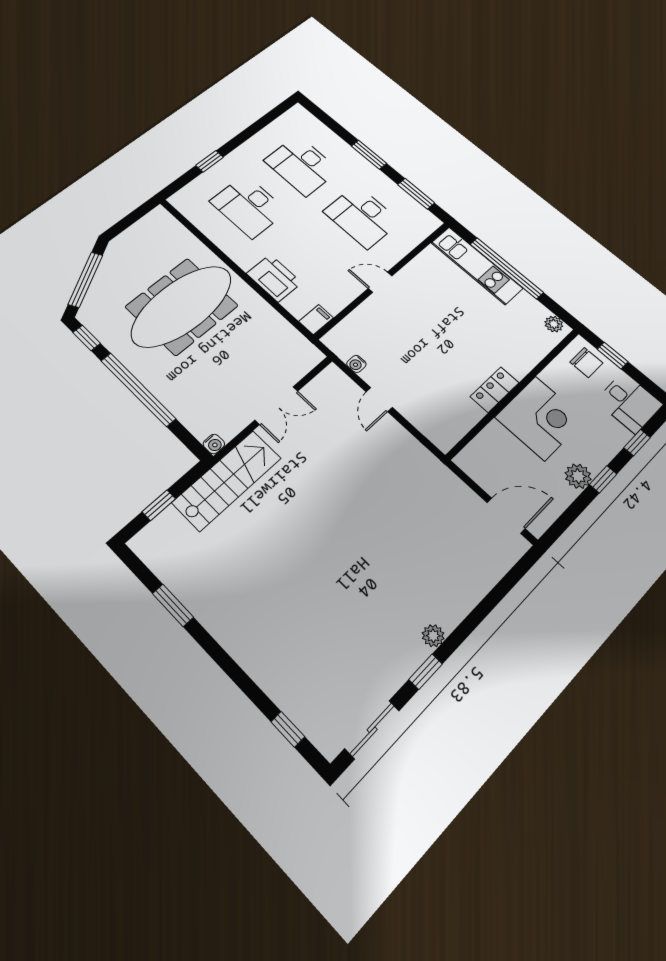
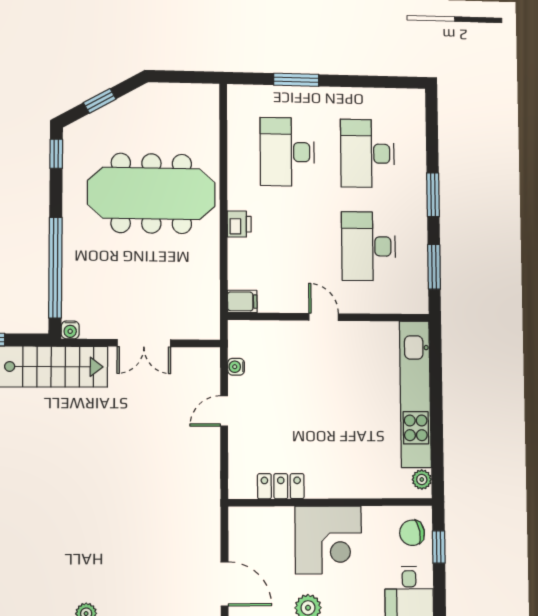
window: (209, 161) -> (296, 80), width x1.50
kitchen unit: (477, 265) -> (415, 394), width x1.36
window: (506, 268) -> (436, 399), removed
printer: (274, 278) -> (239, 224), width x0.53, depth x0.68
window: (85, 280) -> (100, 101), width x0.46
chair: (586, 363) -> (412, 533), turned 80
window: (138, 389) -> (55, 268), moved
locker: (495, 390) -> (281, 486), moved

